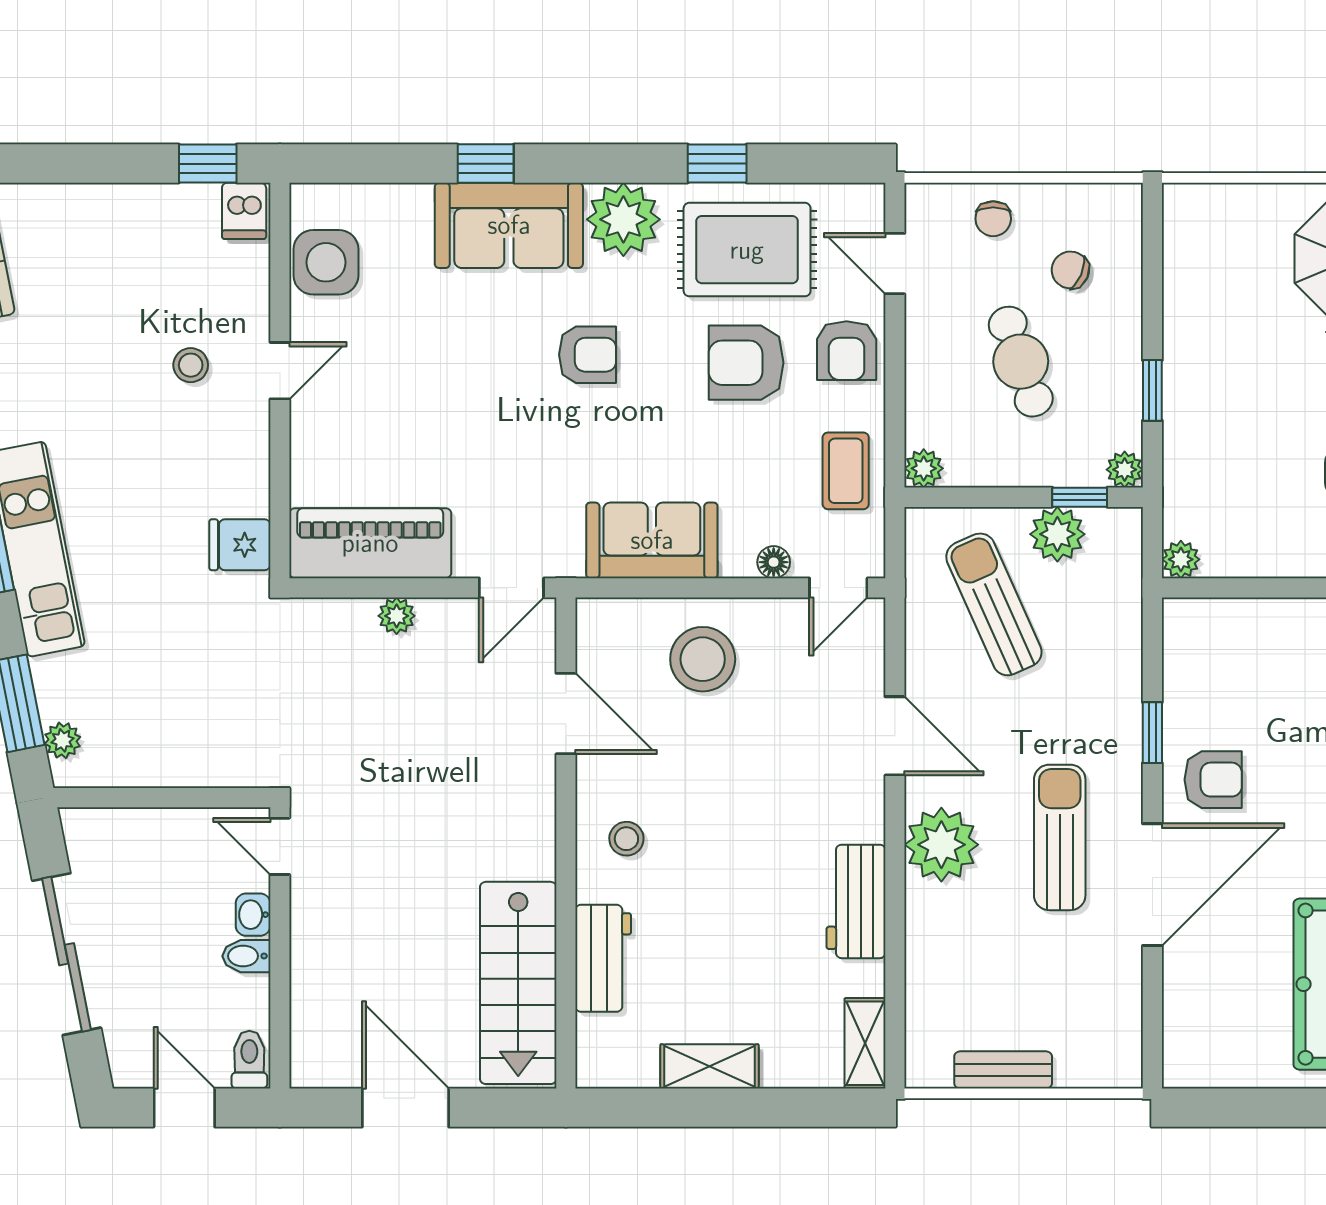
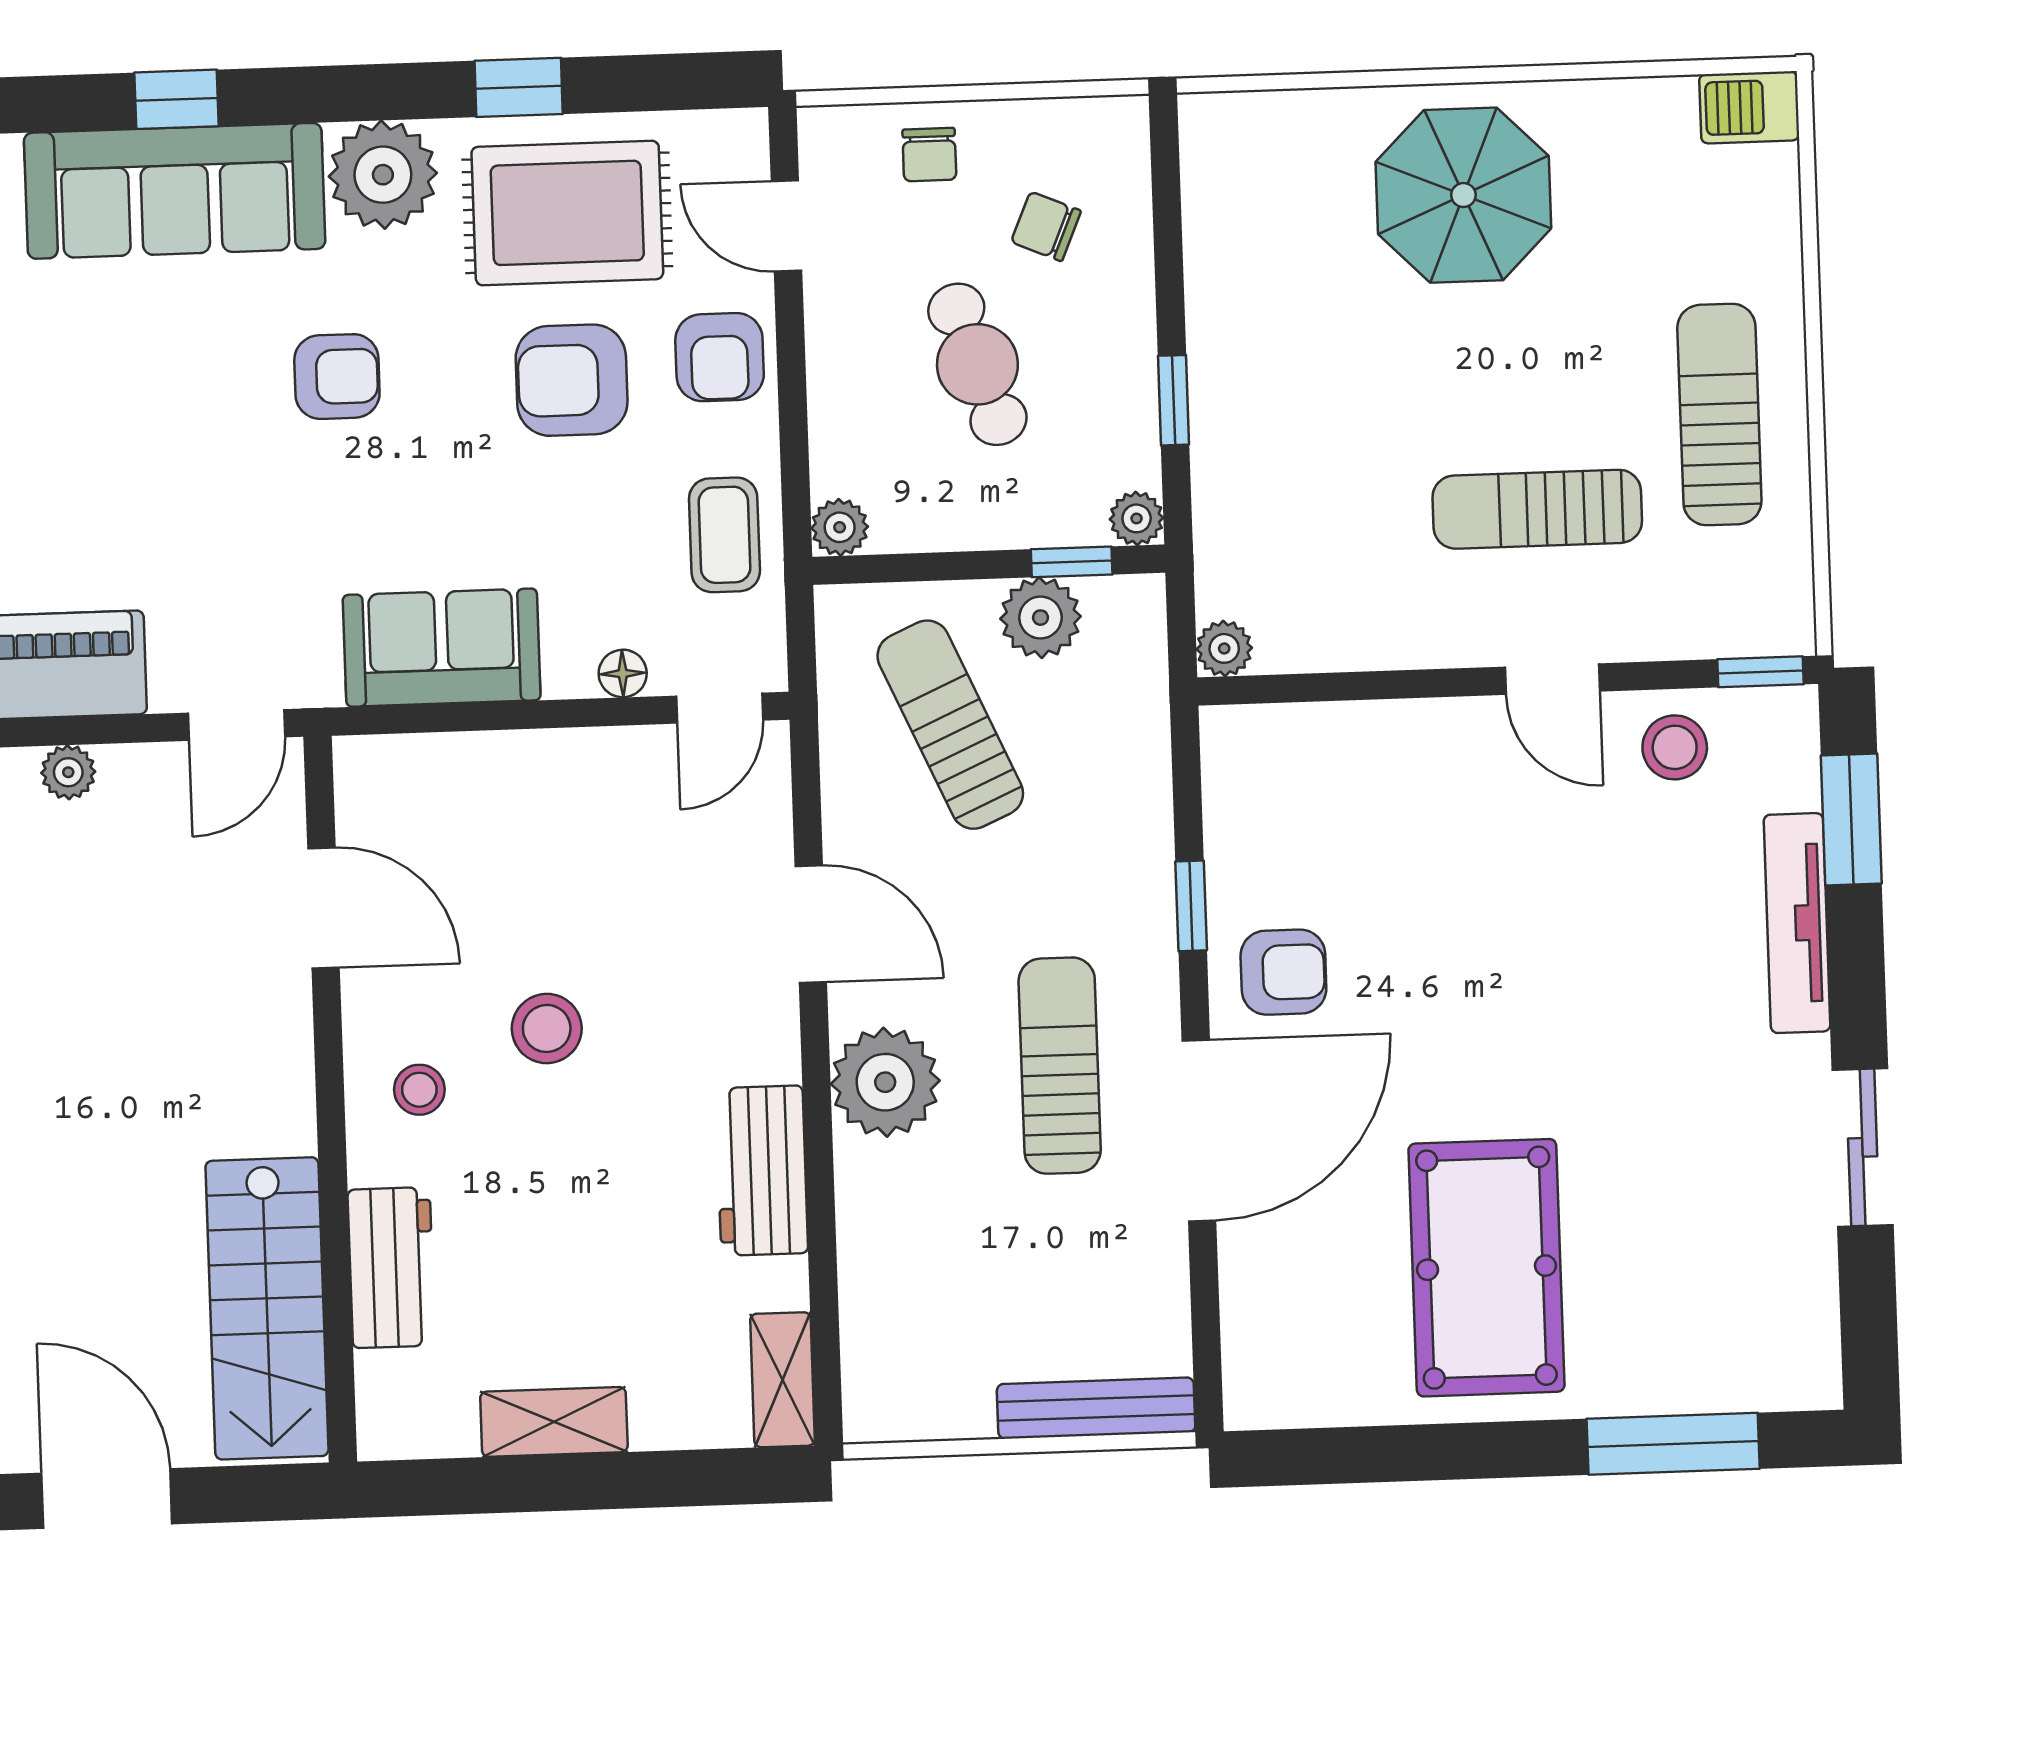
sofa: (509, 225) -> (175, 191), width x1.36
stool: (703, 659) -> (547, 1028), moved, width x0.73, depth x0.73
bench: (1003, 1070) -> (1096, 1408), moved, width x1.36

